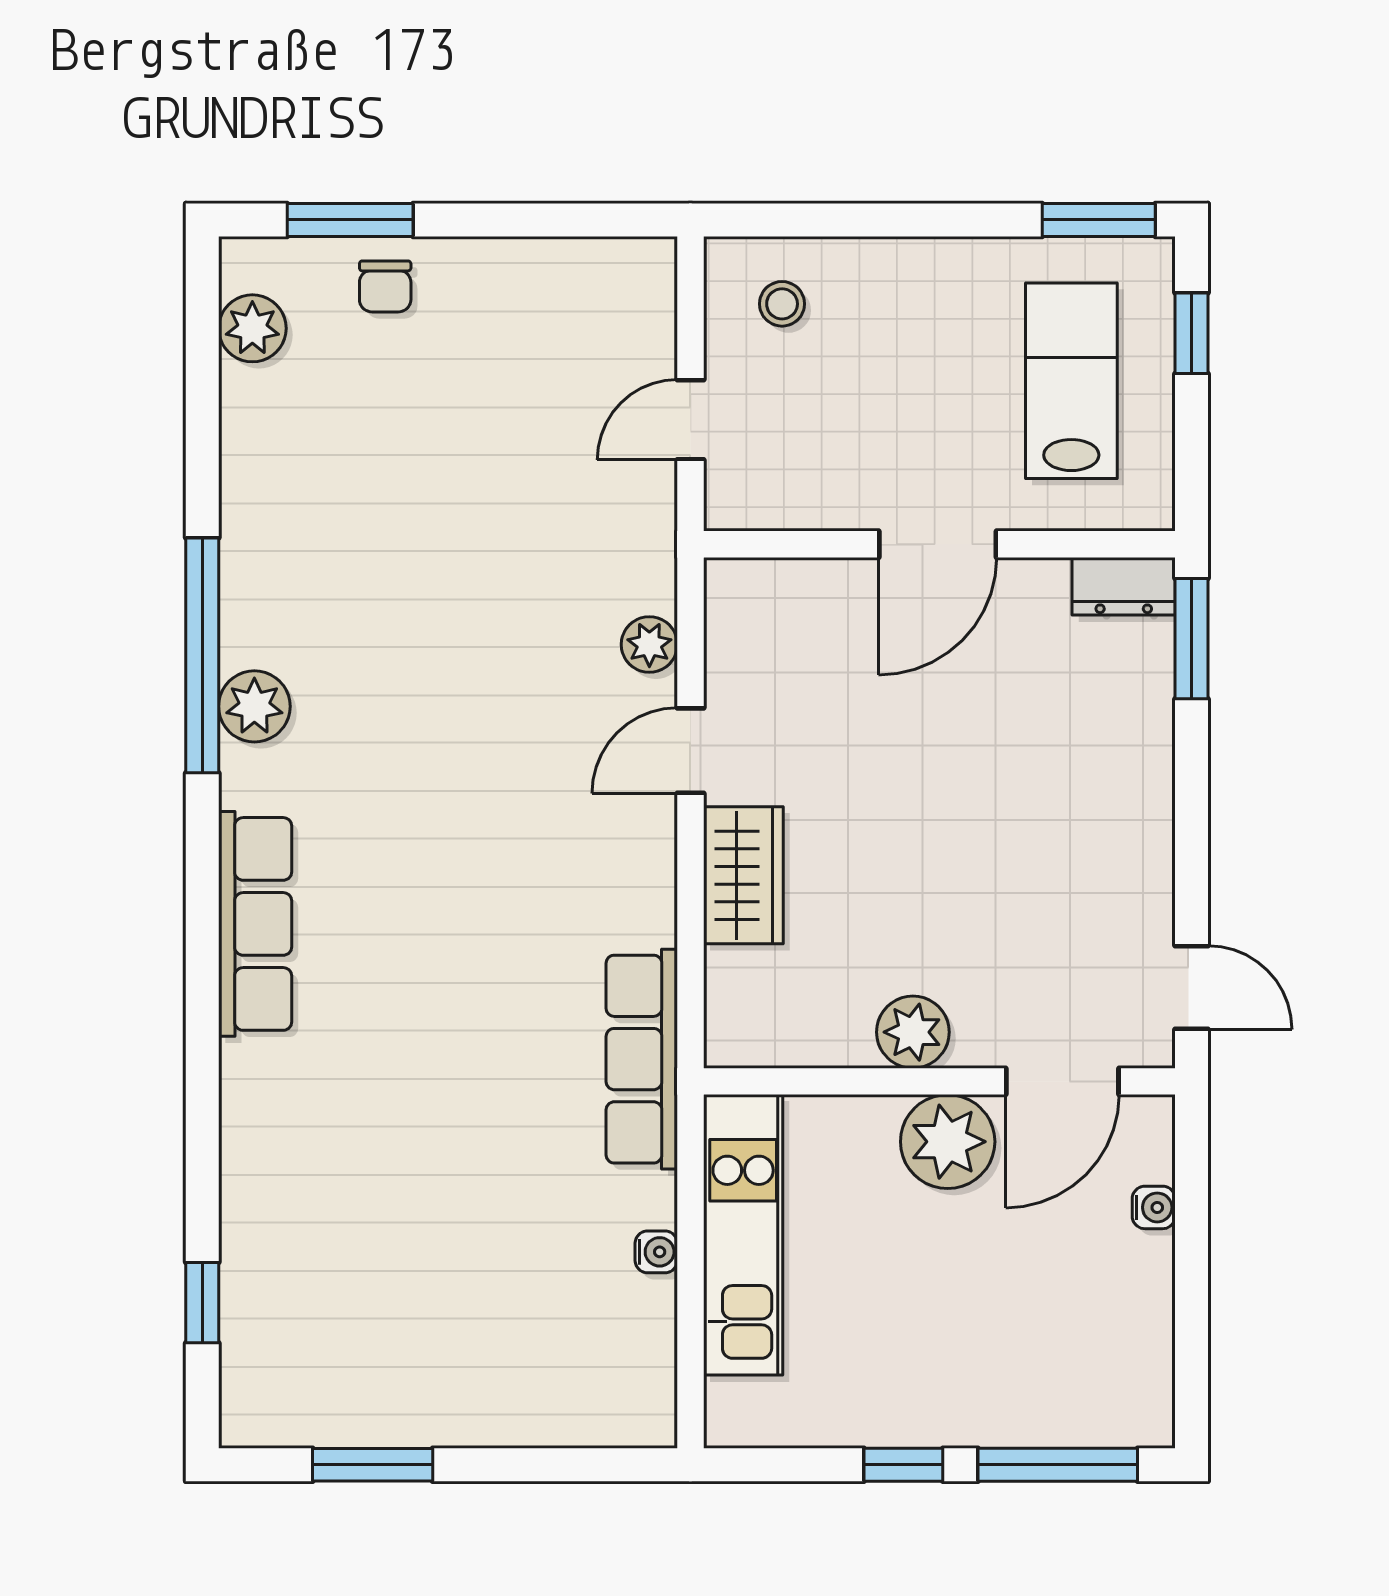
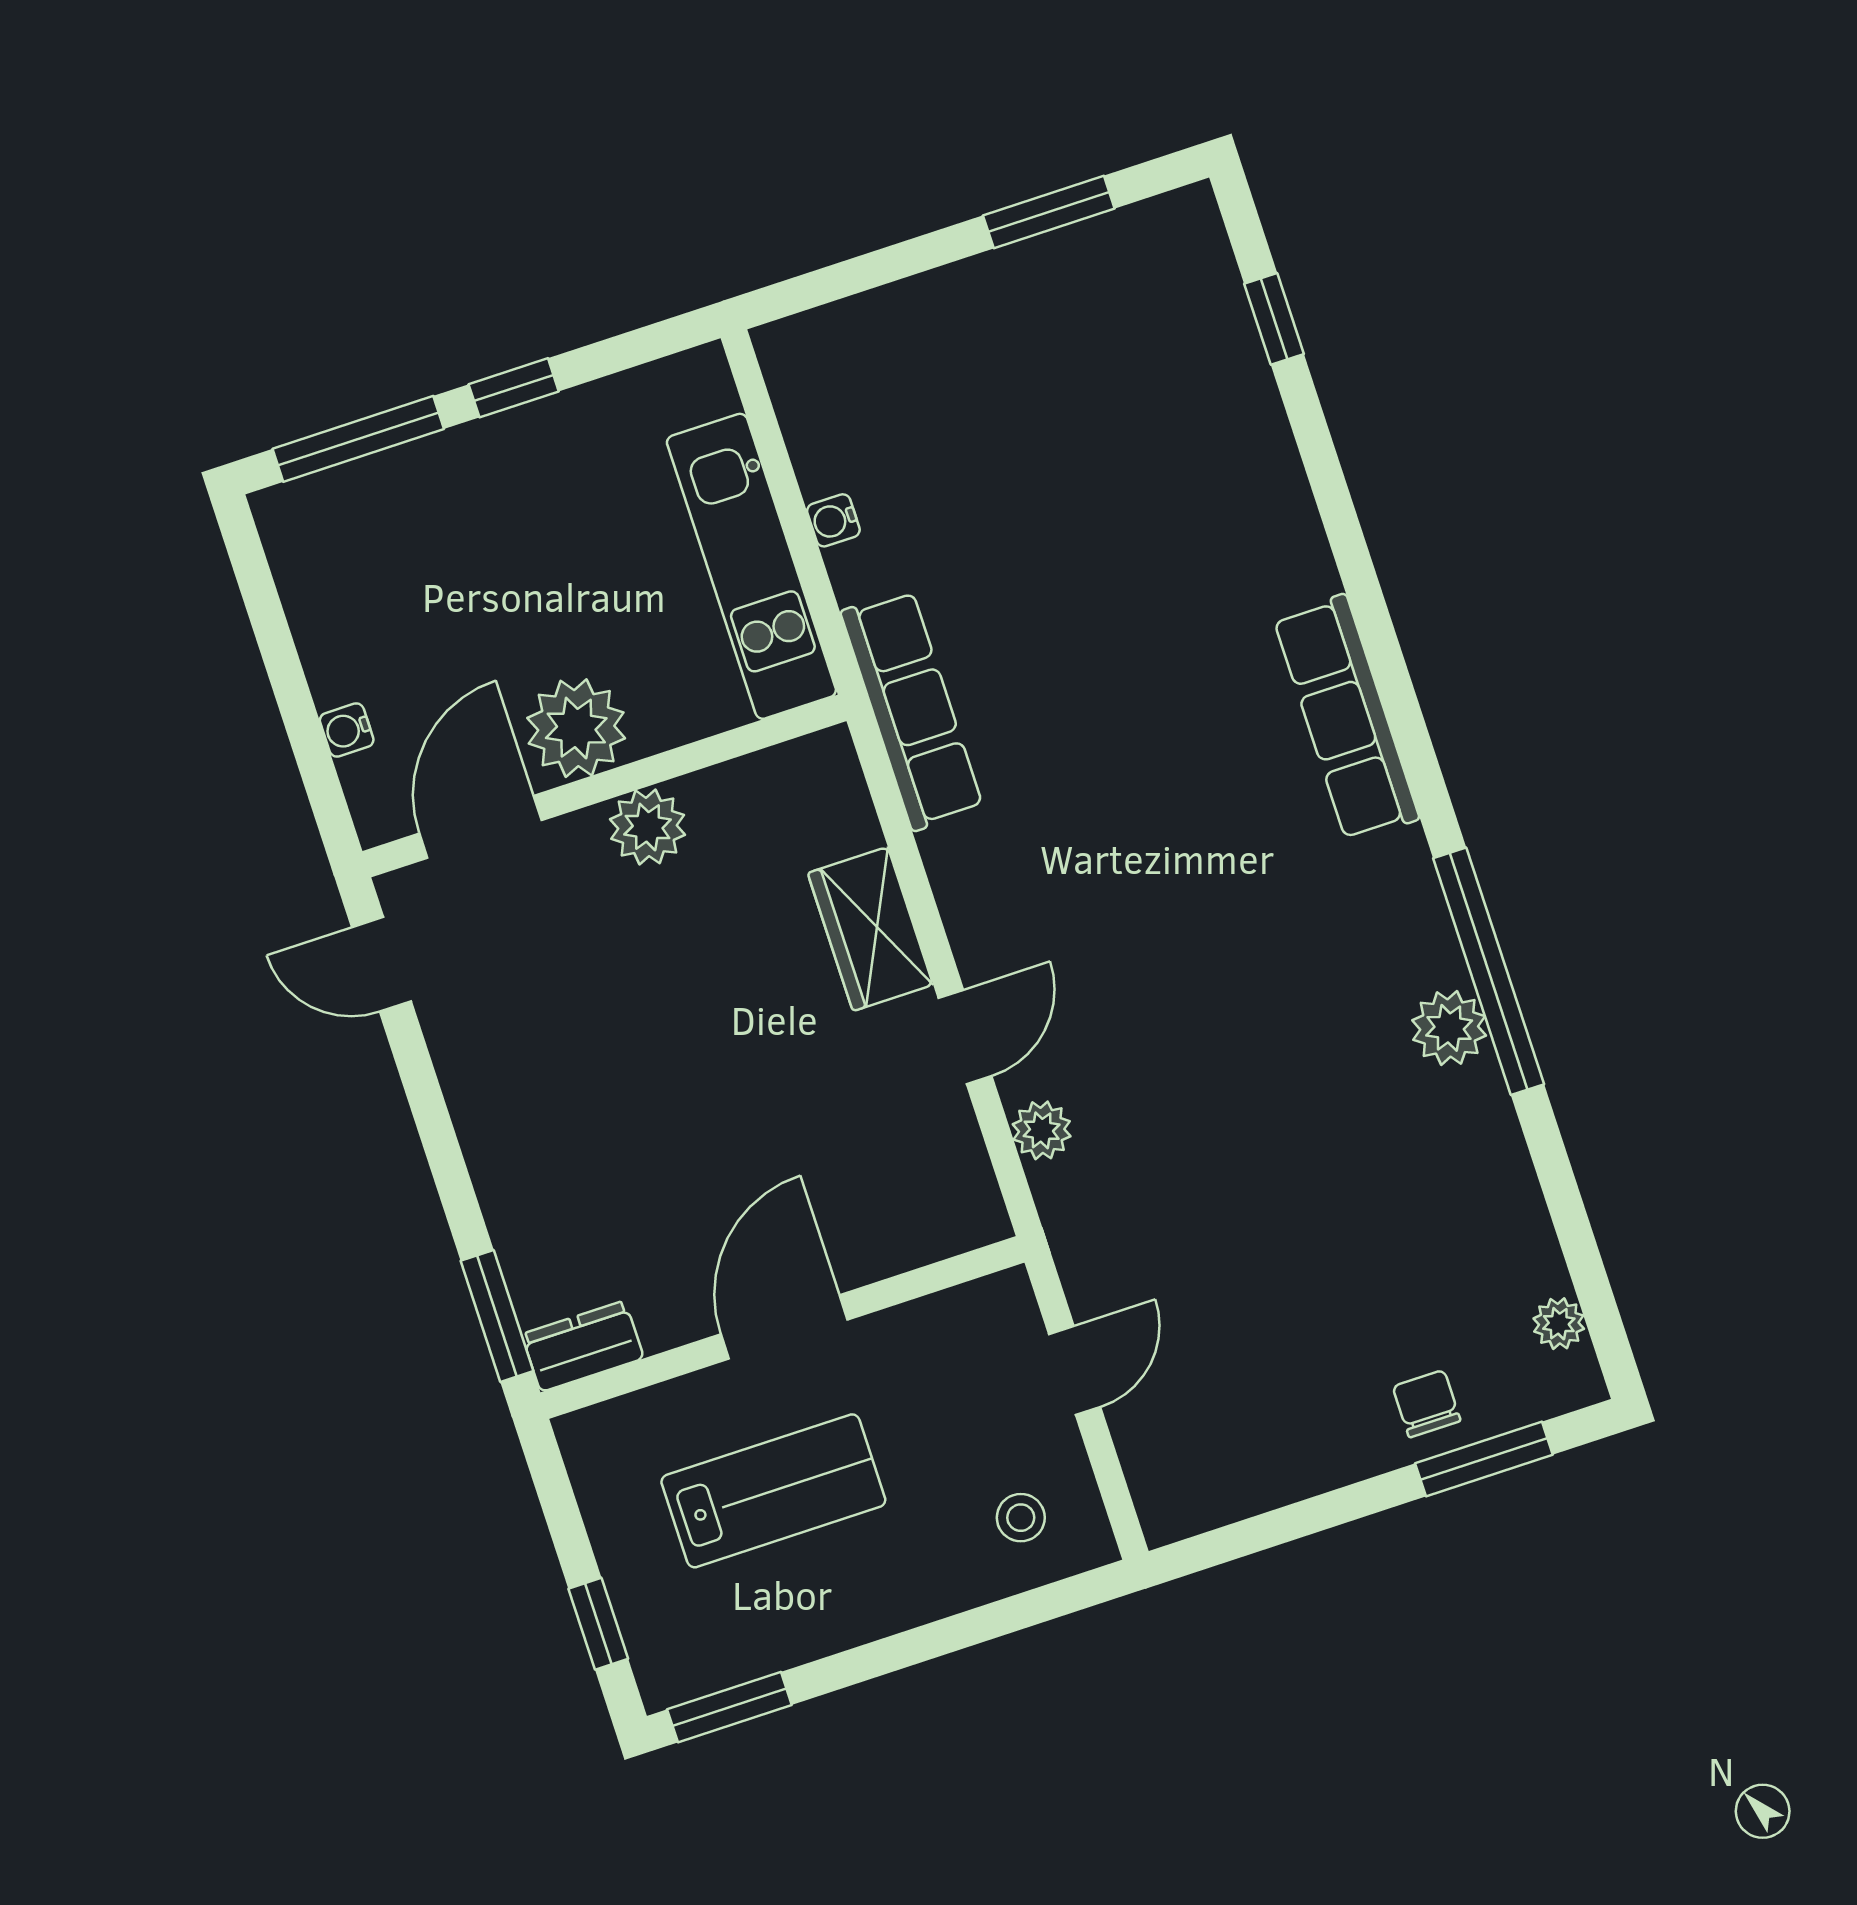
plant: (252, 328) -> (1559, 1324), width x0.73, depth x0.73
lab bench: (1071, 381) -> (773, 1491), moved, turned -90
plant: (254, 706) -> (1449, 1028), moved

